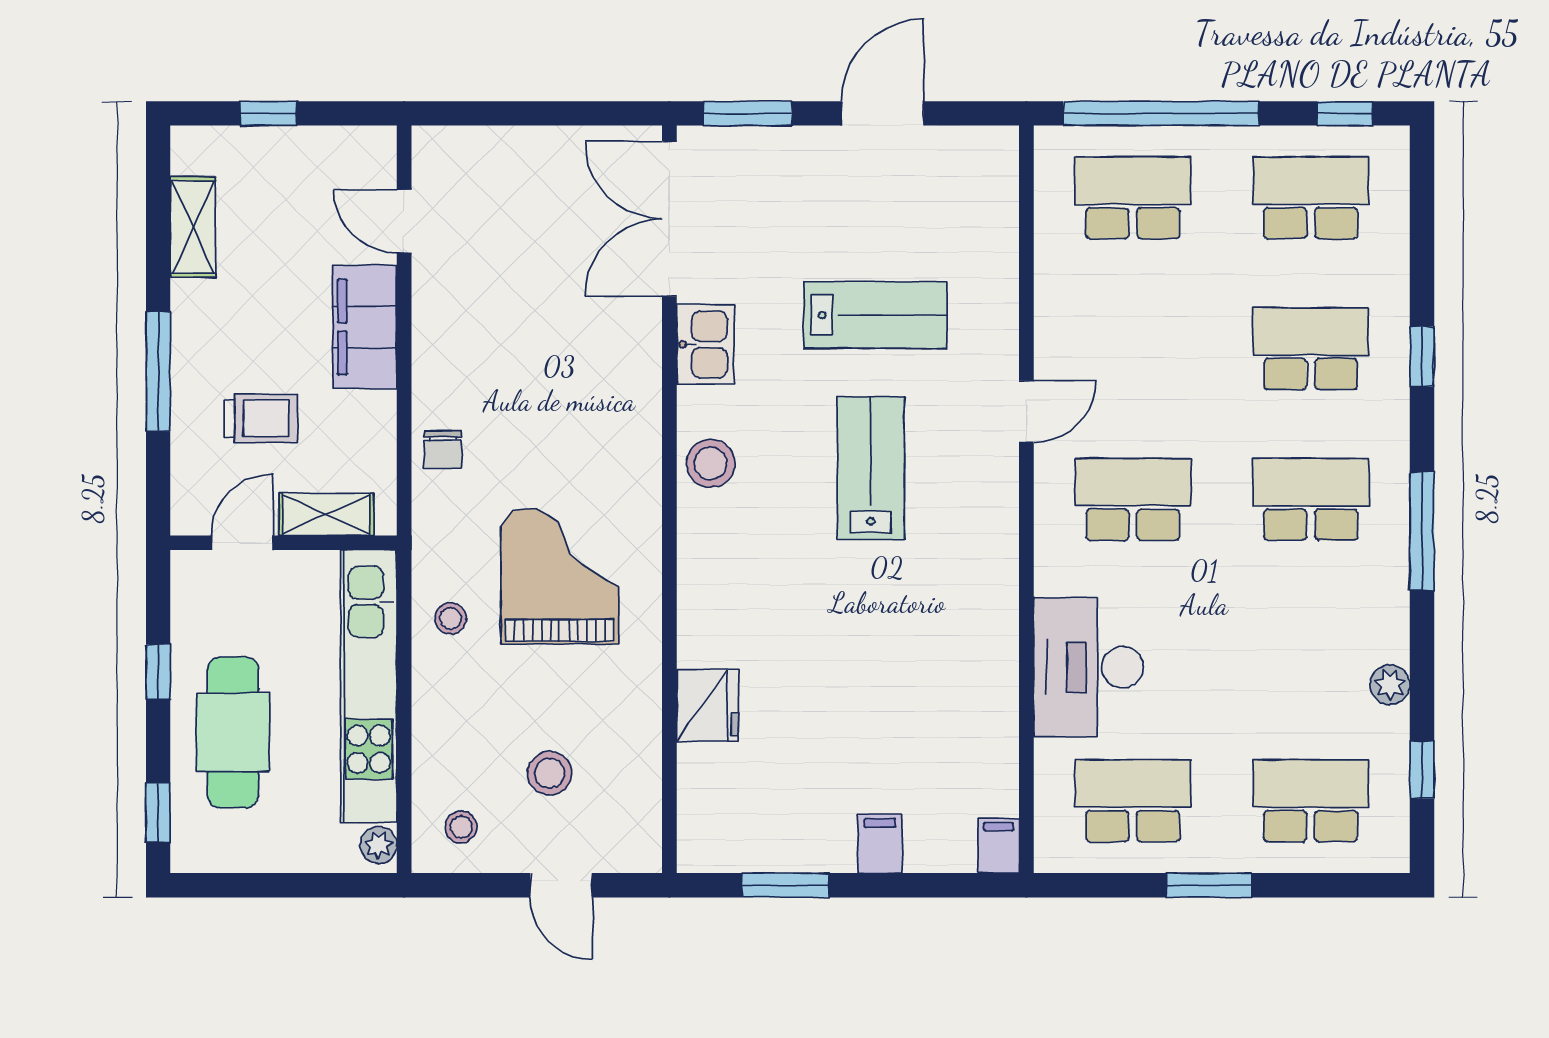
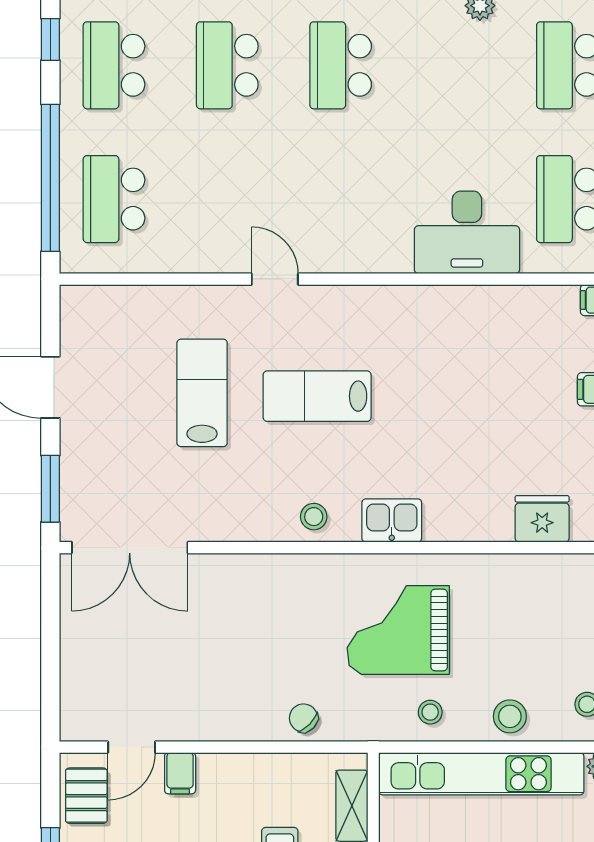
pallet: (340, 161) -> (86, 796), added
filing cabinet: (365, 327) -> (180, 773), width x0.33, depth x0.86
kitchen sink: (705, 344) -> (392, 520), moved
chair: (443, 450) -> (303, 718), turned -136
stool: (711, 463) -> (314, 517), width x0.73, depth x0.73
school desk: (1133, 499) -> (341, 199), removed
fridge: (708, 706) -> (542, 519), moved
stool: (550, 773) -> (510, 716), moved

